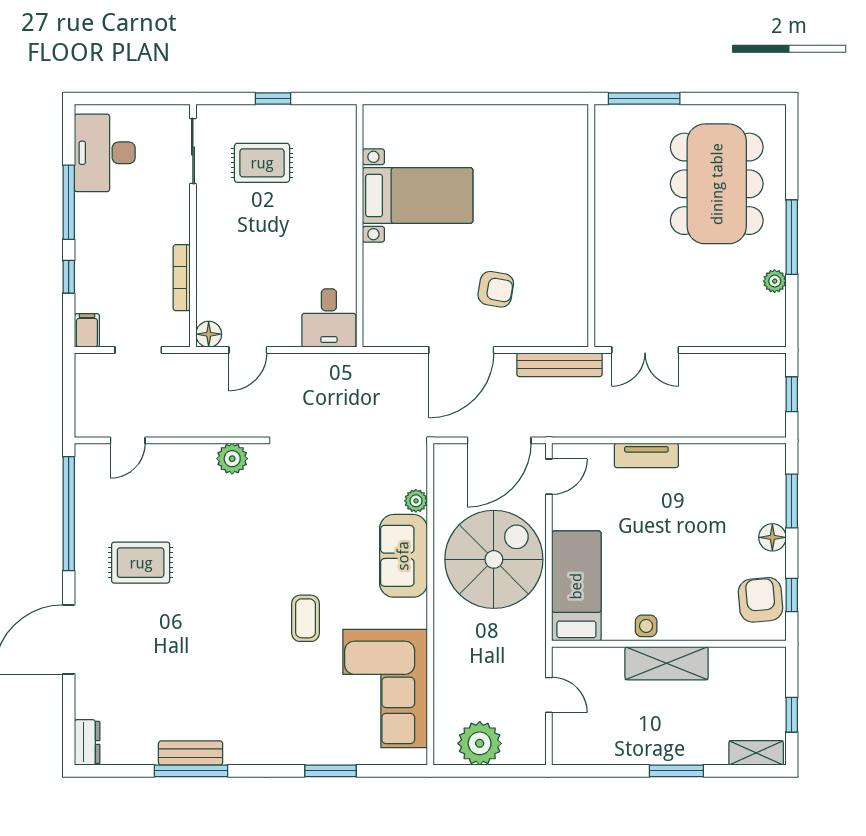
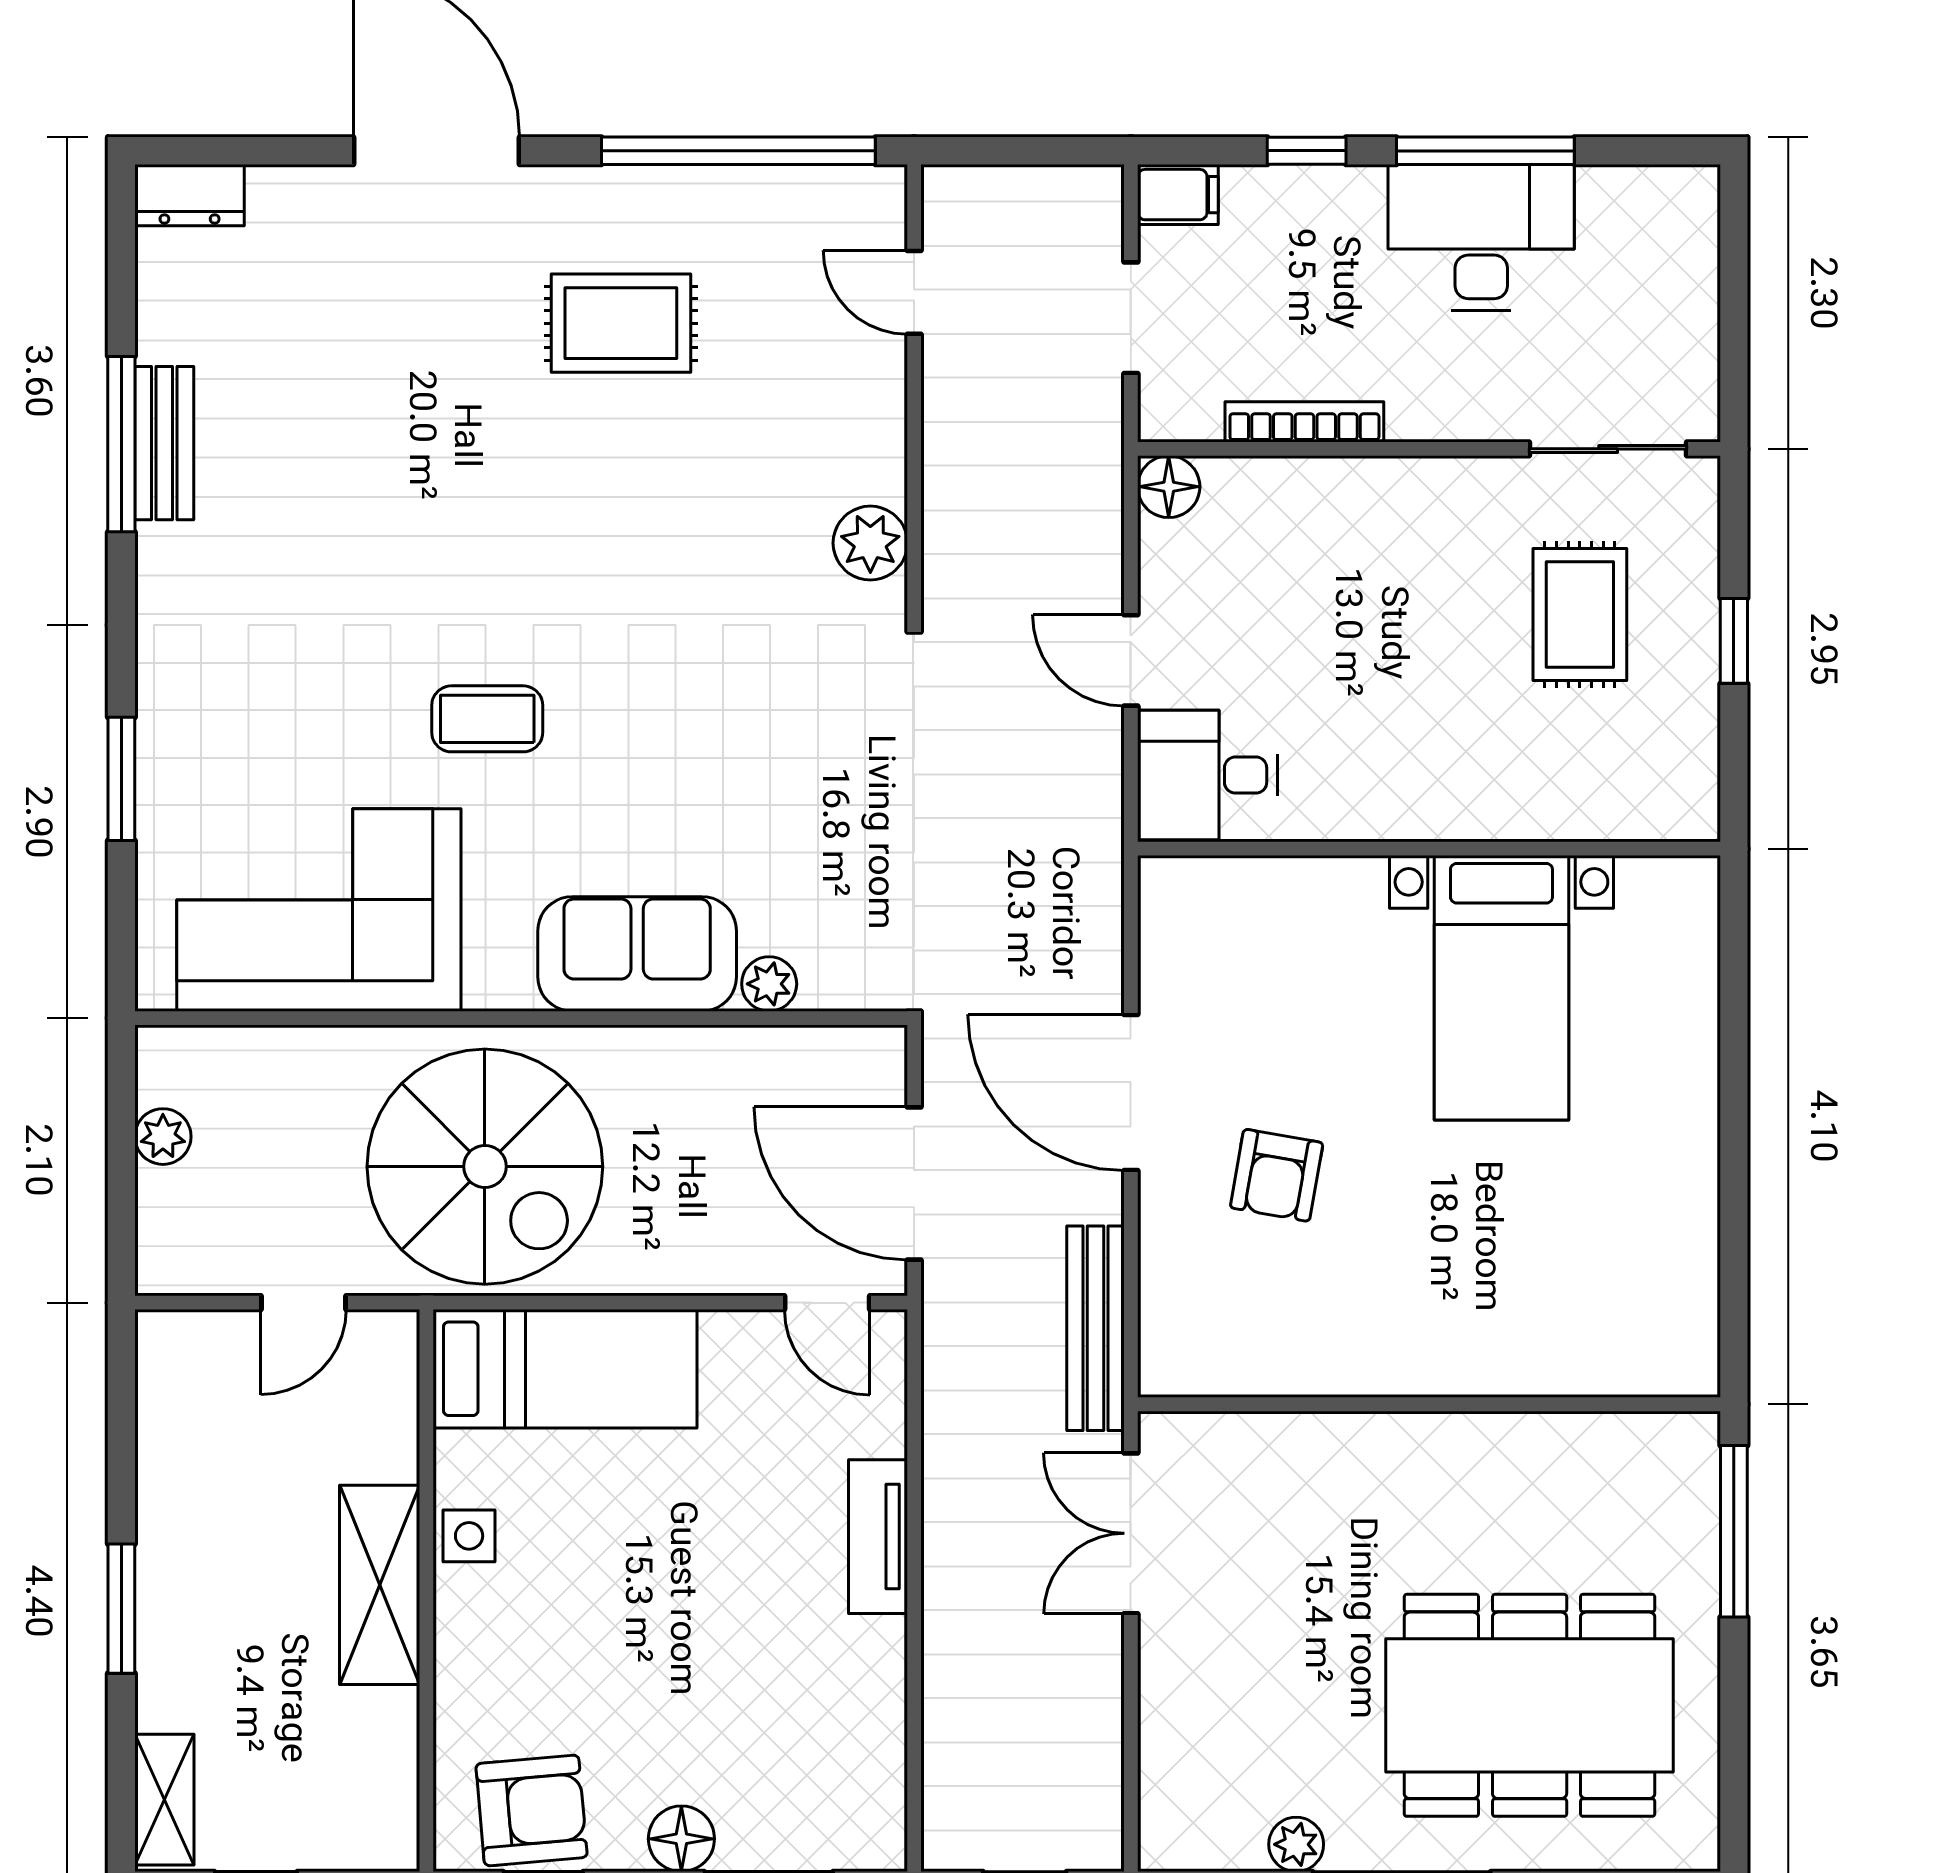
desk: (105, 153) -> (1481, 237), moved
door: (248, 350) -> (1131, 660), moved
spiral stairs: (494, 559) -> (485, 1167), moved
rug: (141, 563) -> (621, 323), turned 90
plant: (480, 743) -> (163, 1137), width x0.53, depth x0.53

